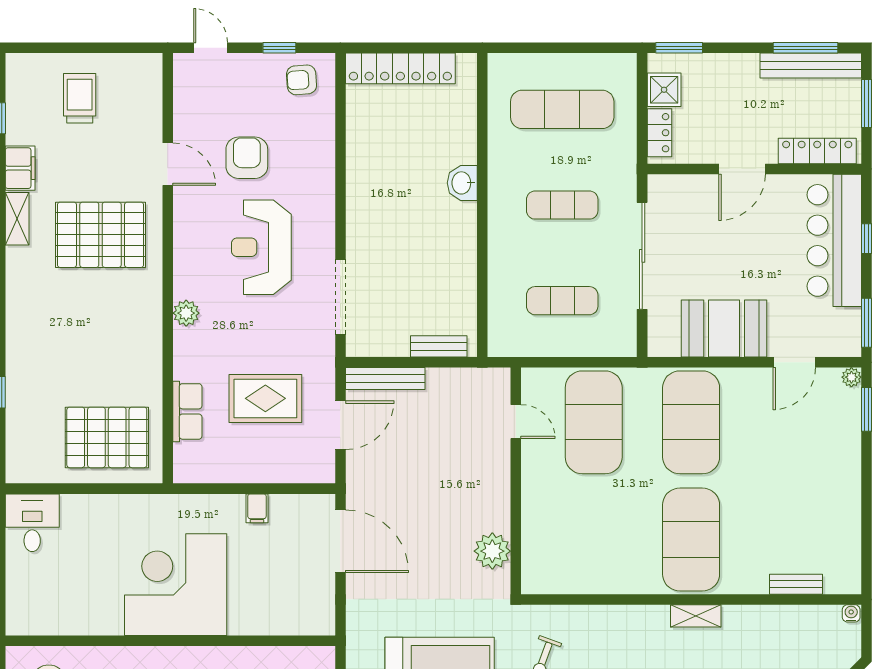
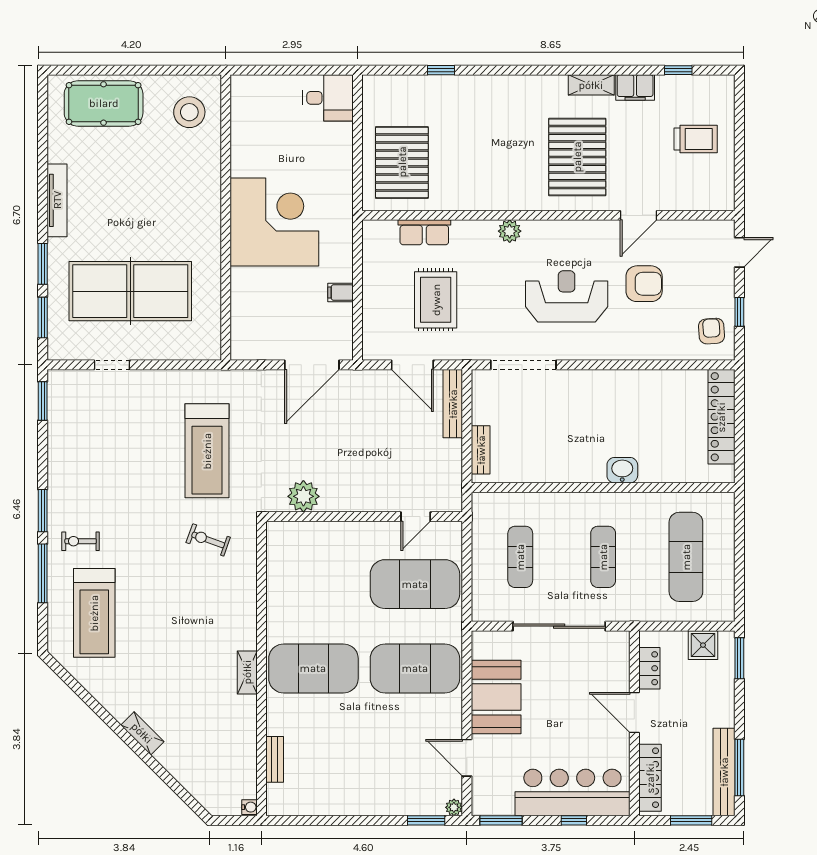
locker: (659, 133) -> (649, 668), moved, turned -90

